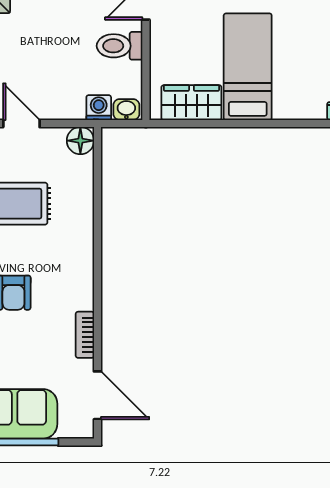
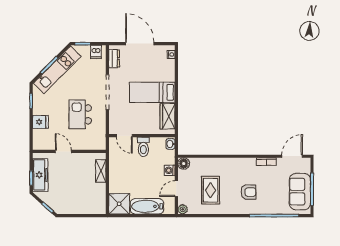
washing machine: (99, 108) -> (170, 170), moved

